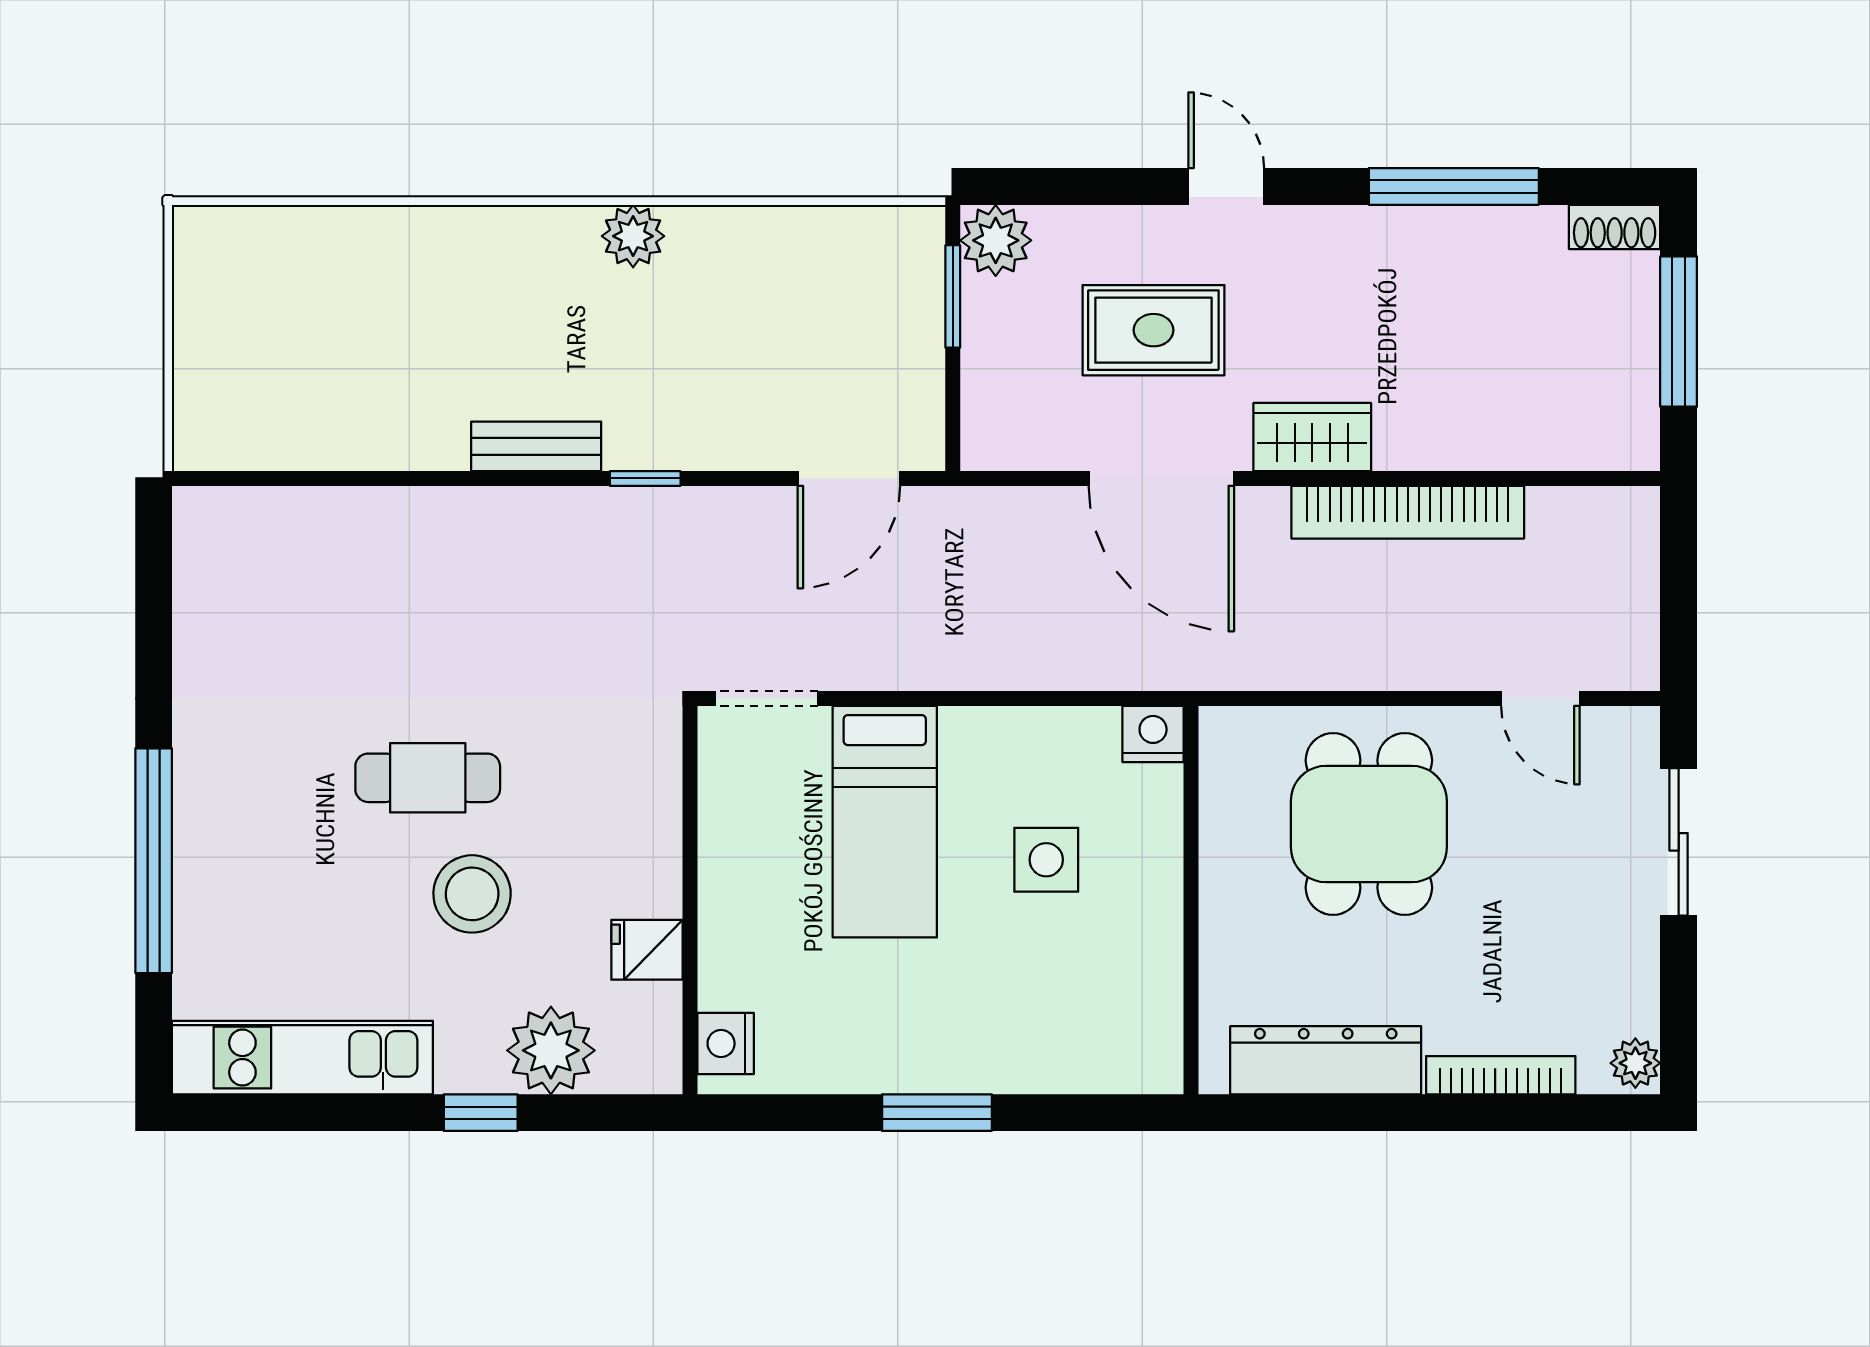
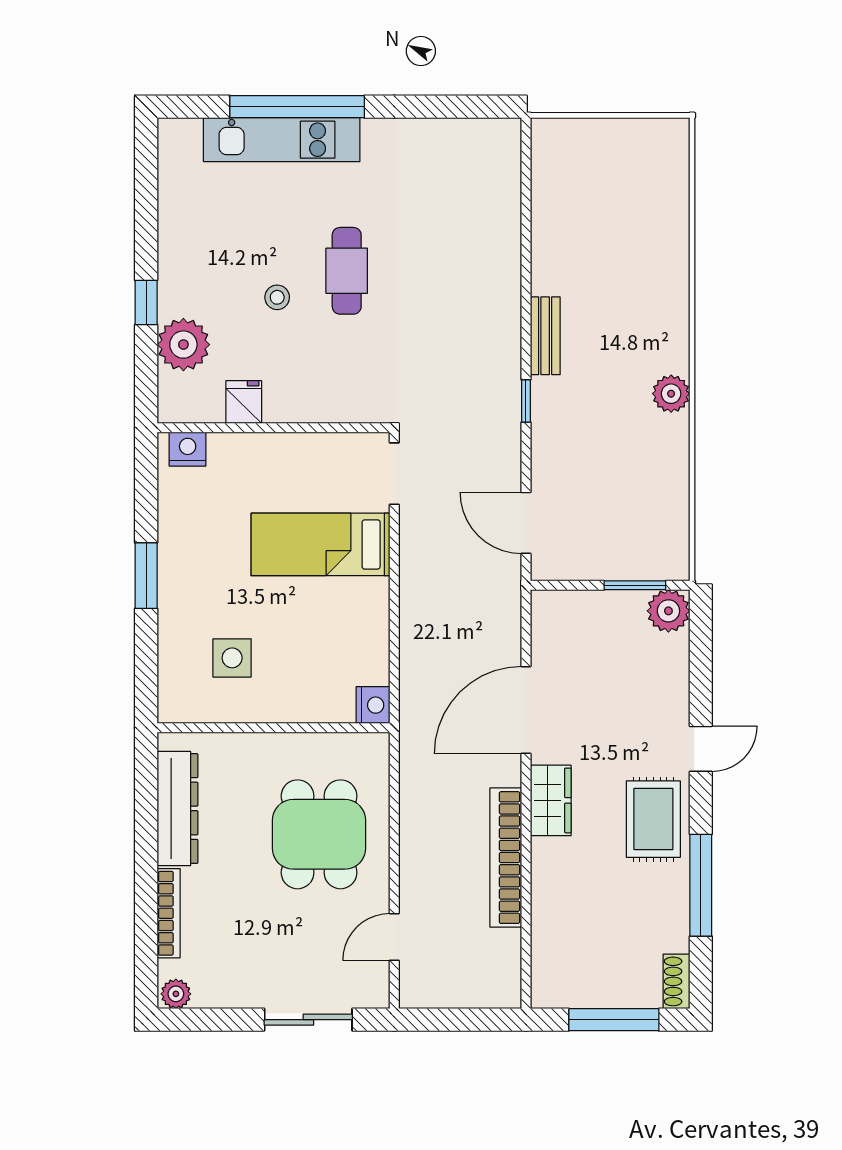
rug: (1153, 330) -> (653, 819), moved
dining table: (1369, 824) -> (319, 834), turned 90
side table: (1046, 860) -> (232, 658), moved
stool: (472, 894) -> (277, 297), width x0.53, depth x0.53
kitchen unit: (302, 1058) -> (282, 140), moved, turned 90

